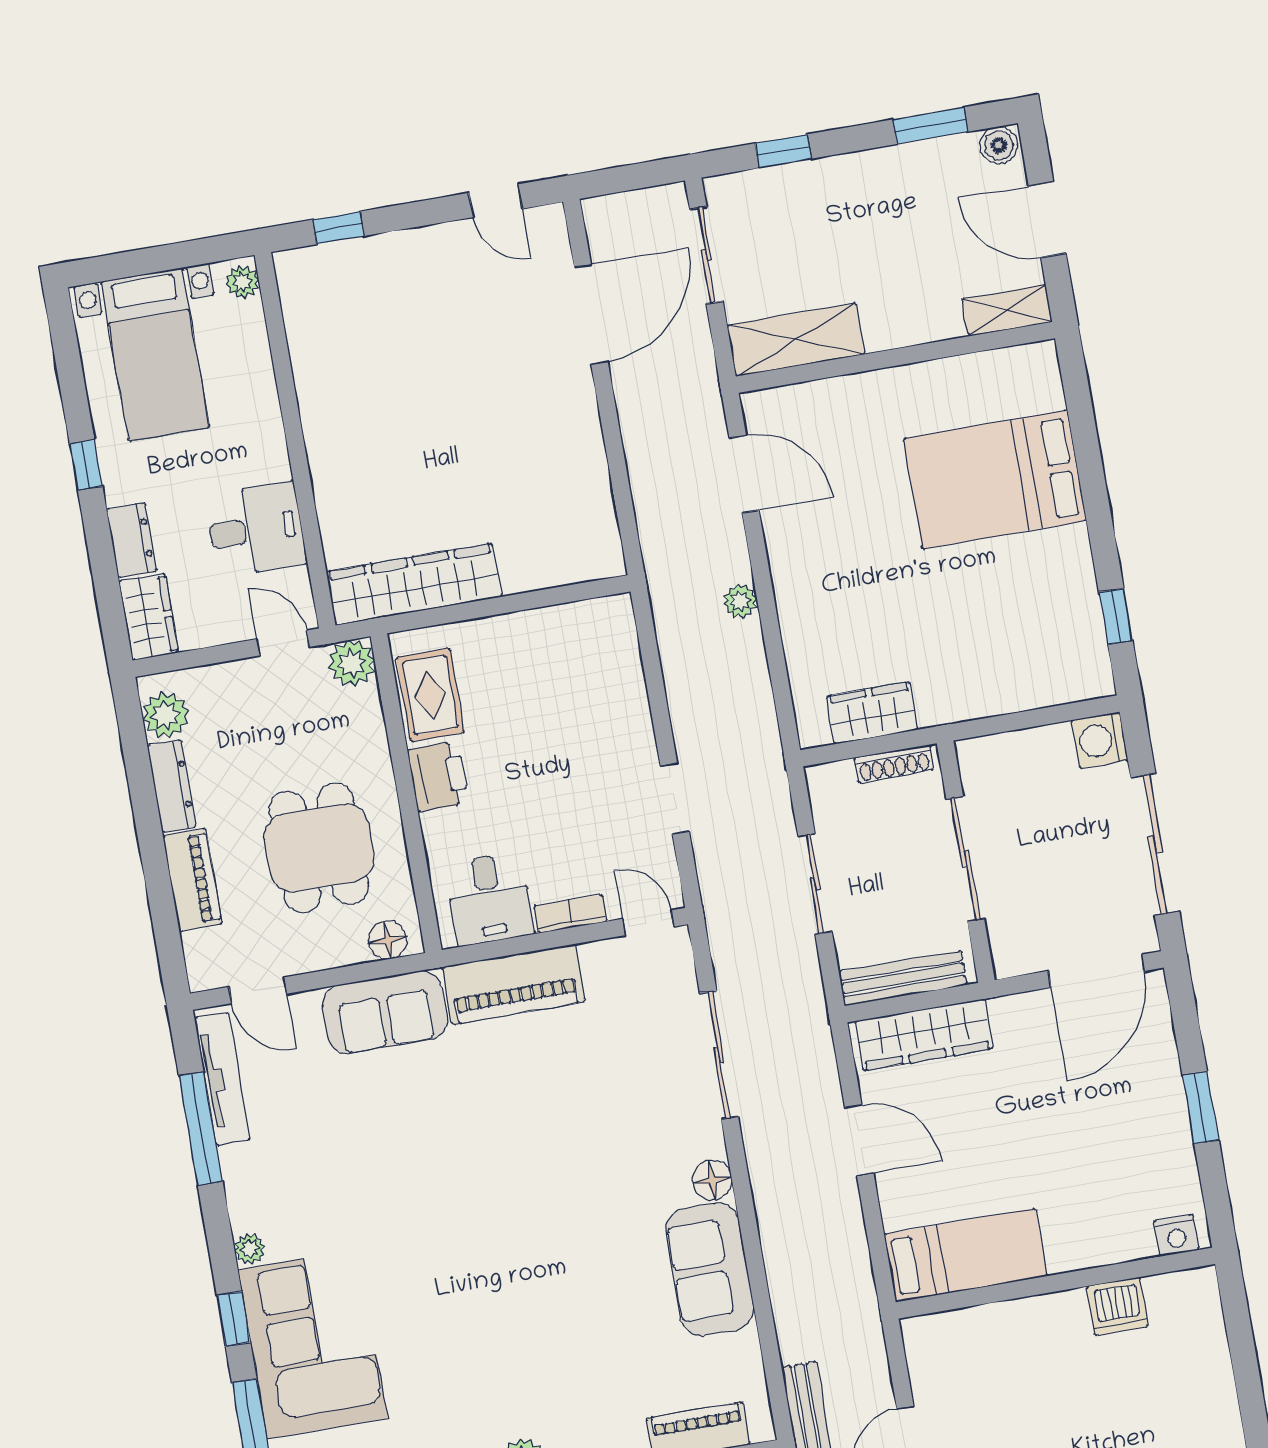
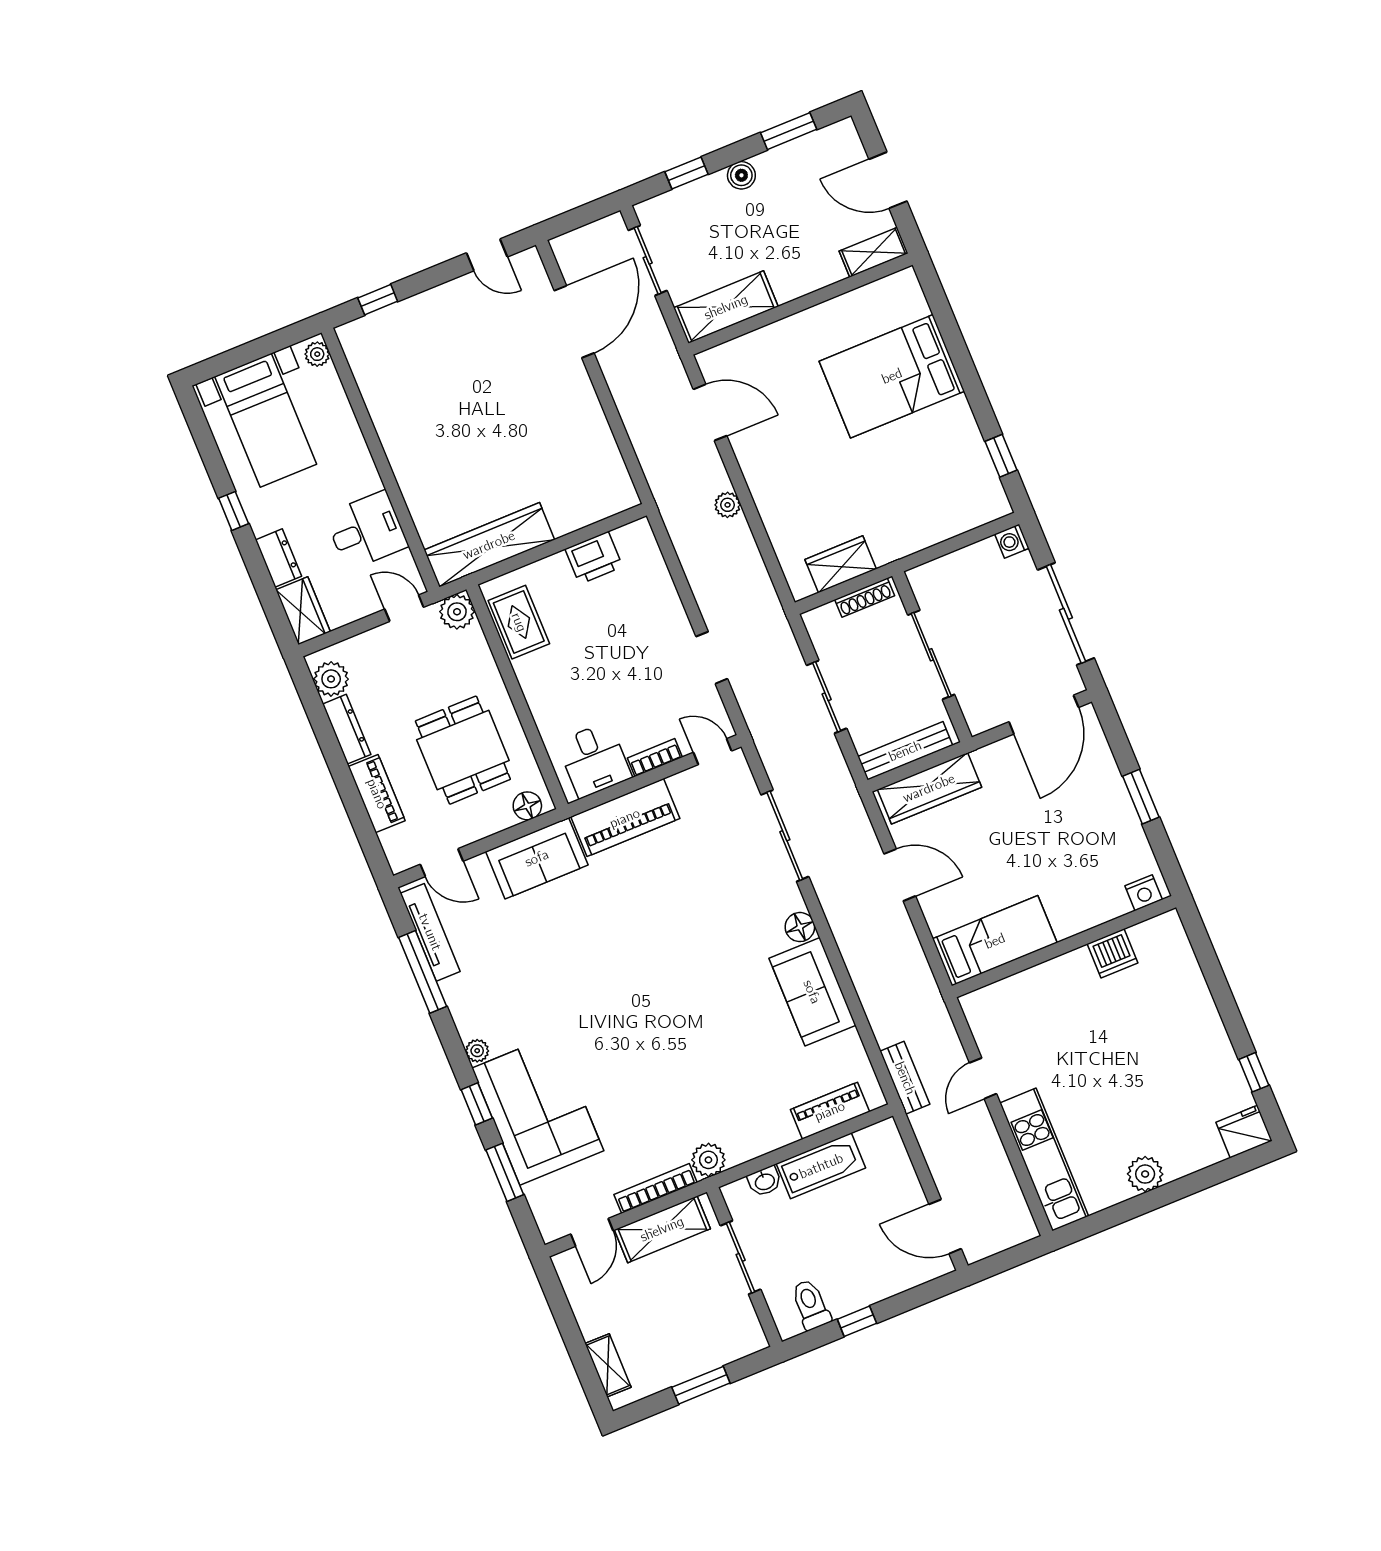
boiler: (999, 145) -> (741, 175), moved
washing machine: (1100, 740) -> (1012, 541), width x0.73, depth x0.73
printer: (438, 776) -> (594, 558), moved, turned 90

